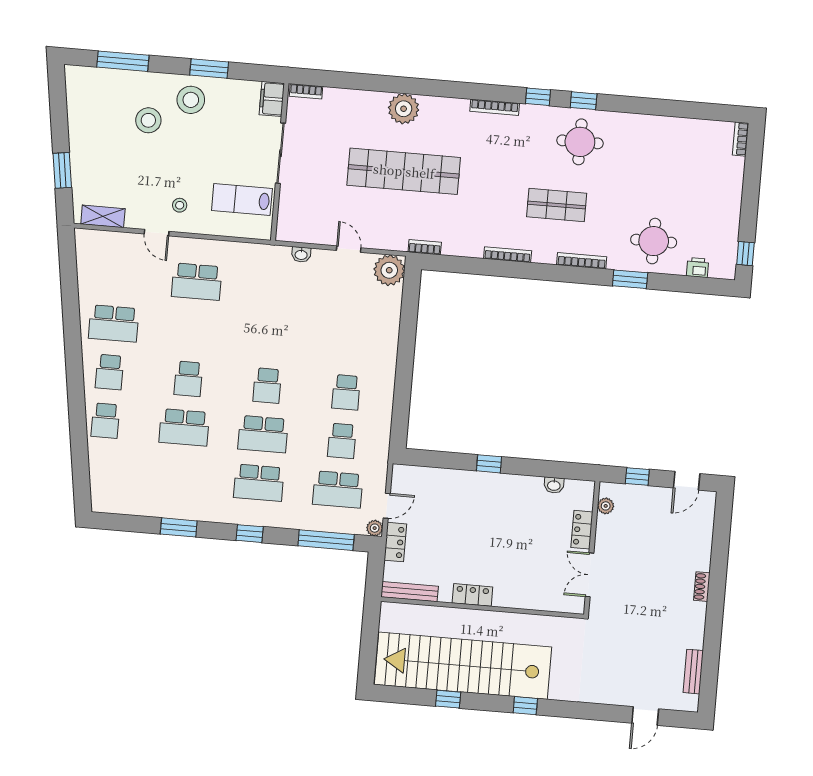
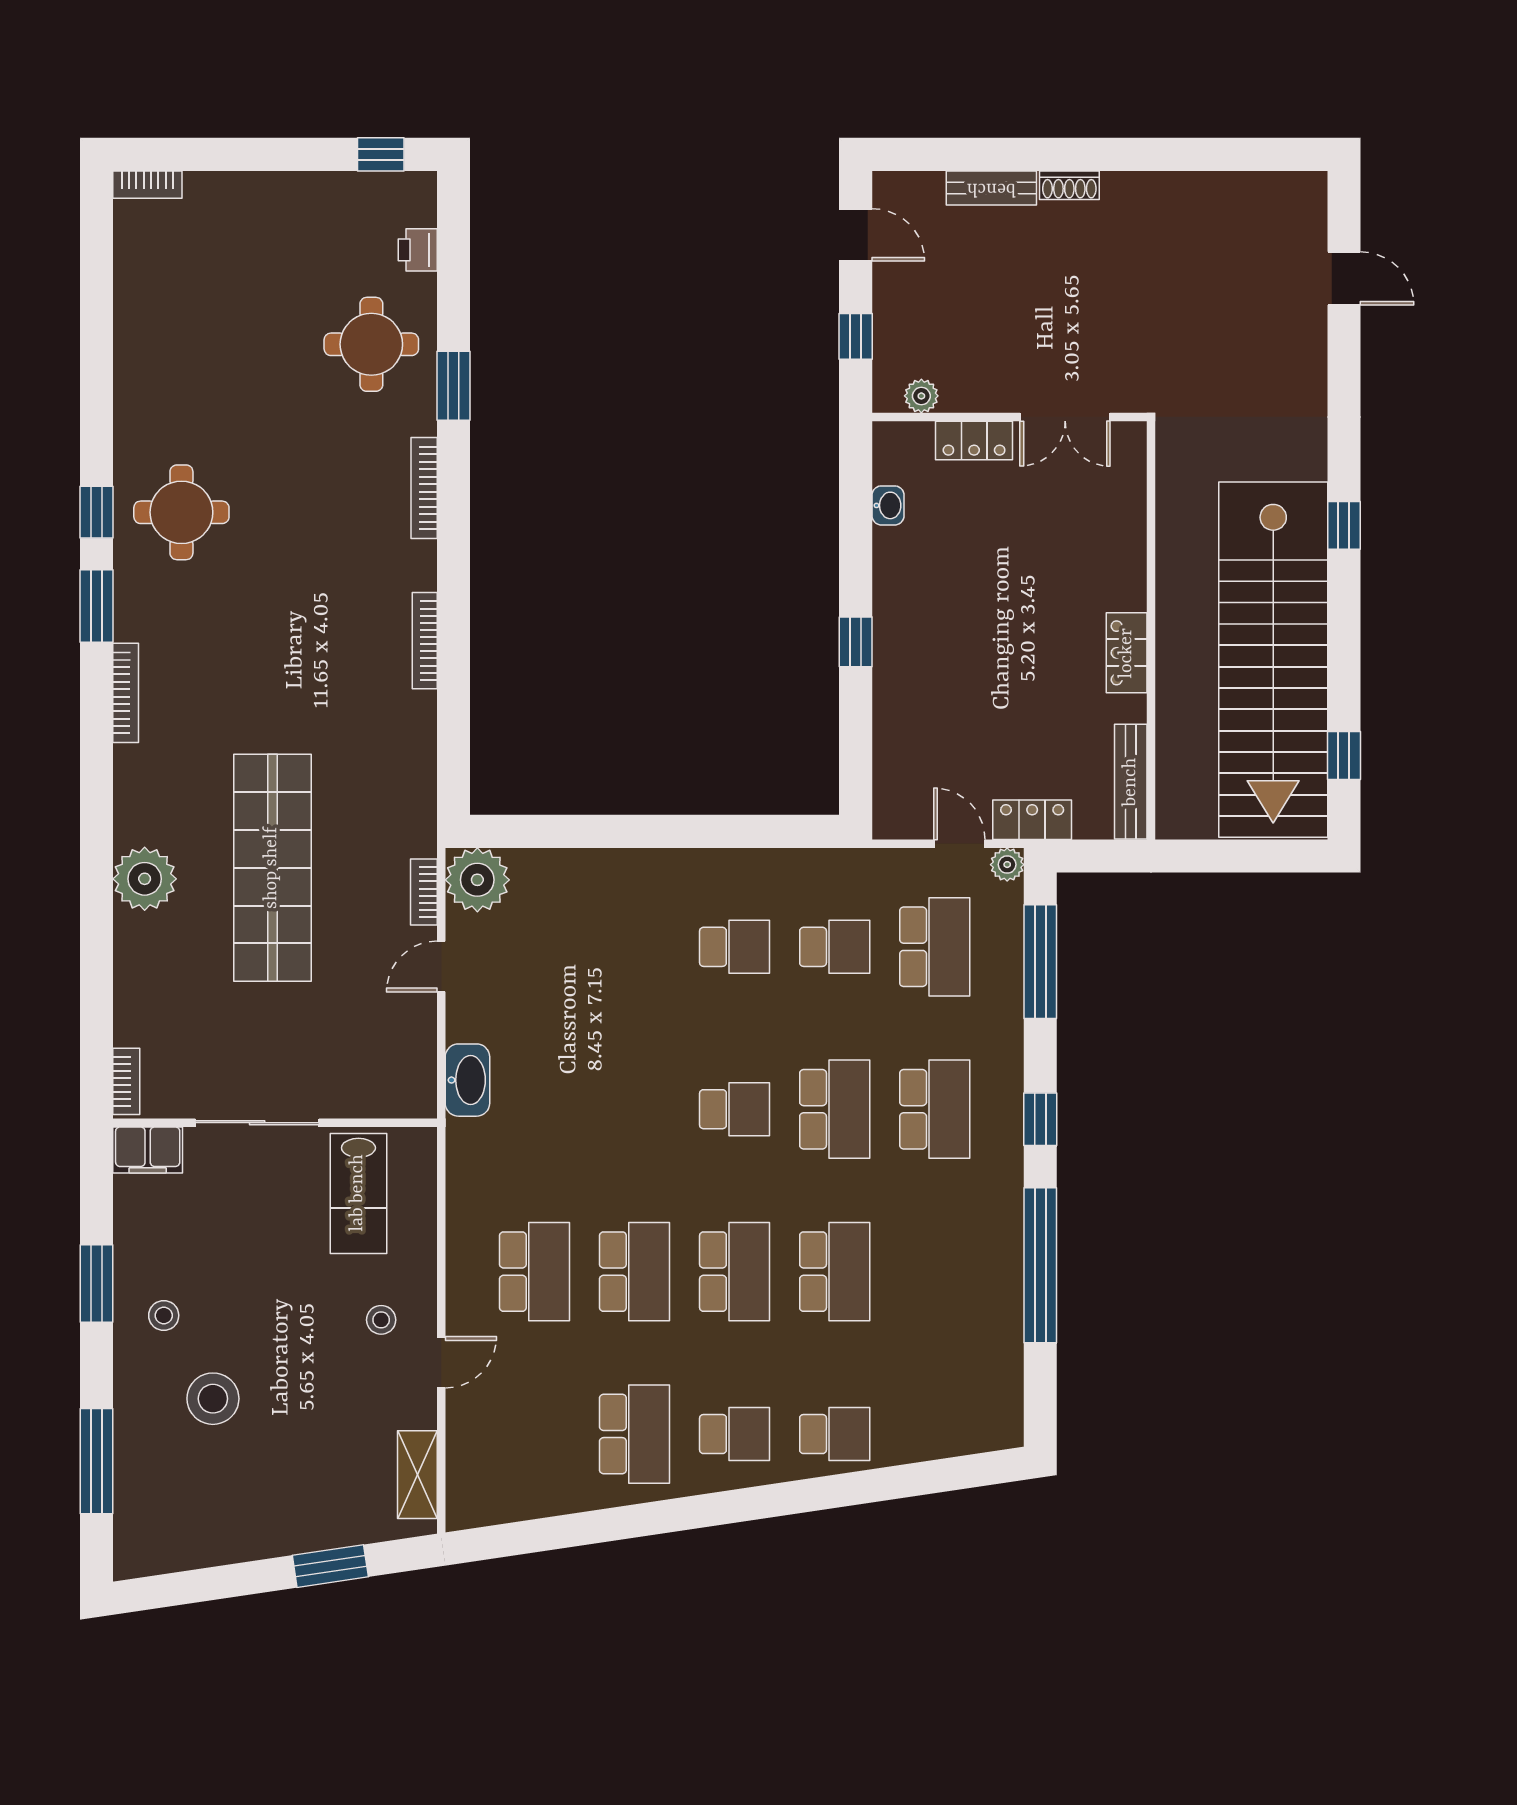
window: (538, 97) -> (97, 606), width x1.50
stool: (191, 100) -> (164, 1315), width x0.53, depth x0.53
shop shelf: (557, 205) -> (315, 549), removed
bookcase: (425, 247) -> (424, 892), moved
washbasin: (301, 255) -> (467, 1080), width x1.91, depth x1.45
school desk: (192, 330) -> (635, 1272), added
school desk: (188, 379) -> (735, 1272), width x1.85
window: (179, 527) -> (1040, 1265), width x2.11
bench: (693, 672) -> (991, 188), moved
window: (448, 699) -> (1344, 756), moved

